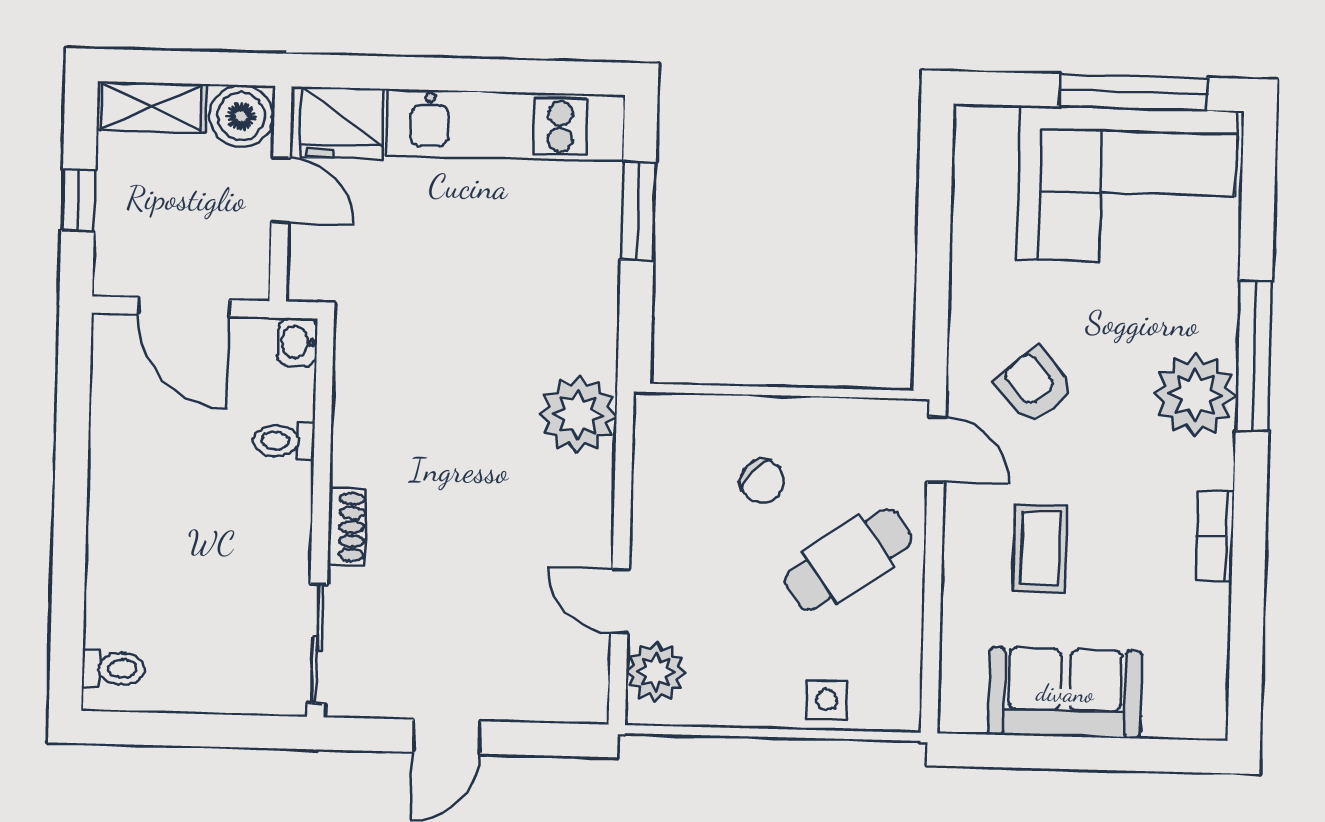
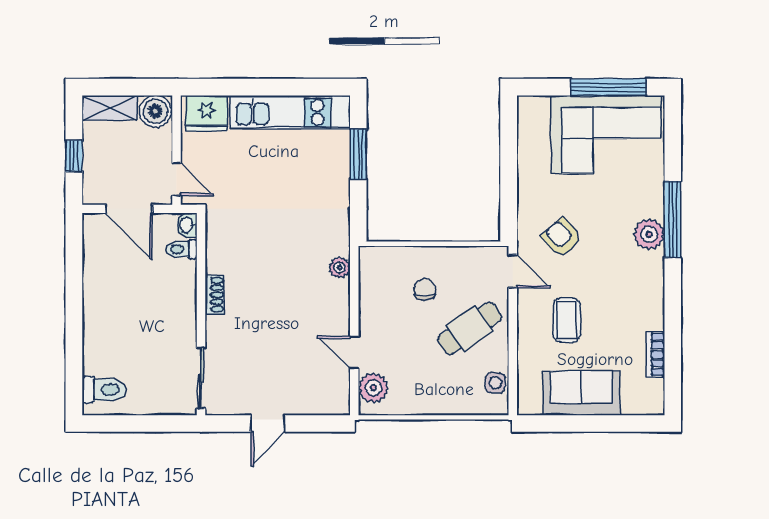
door: (281, 190) -> (176, 179), moved
plant: (1195, 395) -> (649, 234), width x0.73, depth x0.73
plant: (578, 415) -> (340, 267), width x0.53, depth x0.53
toilet: (284, 441) -> (181, 249), moved
chair: (762, 481) -> (425, 290), turned -131
shoe rack: (347, 527) -> (215, 295), moved
bookcase: (1215, 536) -> (655, 354), moved
toilet: (113, 668) -> (104, 390), width x1.37, depth x1.39
side table: (827, 700) -> (495, 383), moved

